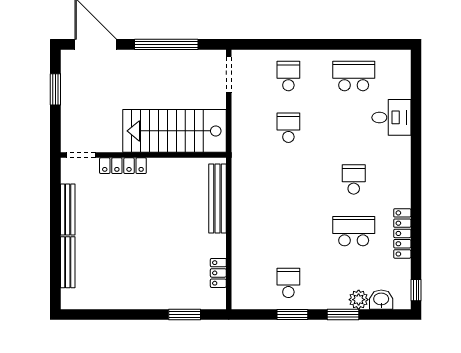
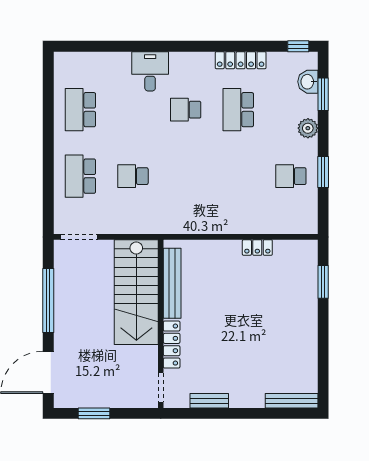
school desk: (288, 76) -> (80, 176), width x1.85
desk: (391, 117) -> (150, 71), moved
bench: (217, 198) -> (172, 283), moved, turned 90
bench: (68, 209) -> (209, 401), width x0.73
bench: (68, 262) -> (292, 401), moved
locker: (218, 273) -> (257, 247), moved
plant: (359, 300) -> (308, 128), moved
window: (343, 314) -> (323, 94), moved

